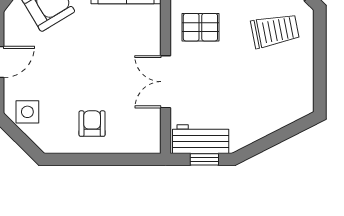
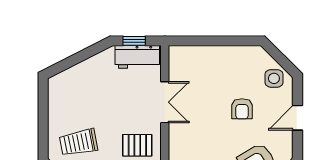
armchair: (92, 124) -> (242, 109), moved

